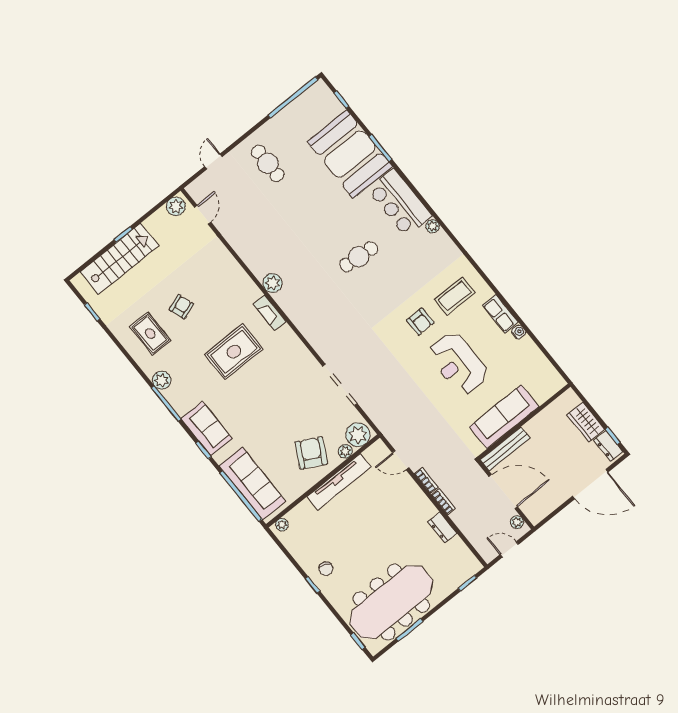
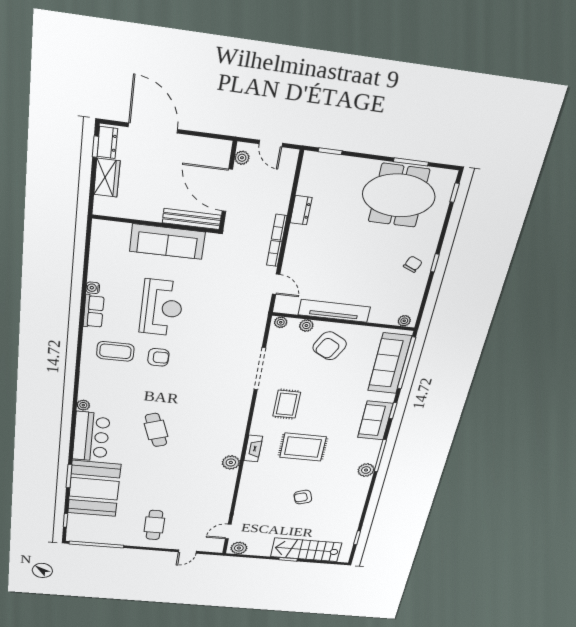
cafe table: (359, 257) -> (156, 430), turned 66
armchair: (420, 321) -> (158, 357), turned 90
rug: (150, 334) -> (287, 404), moved
plant: (358, 435) -> (281, 322), width x0.53, depth x0.53
meeting table: (391, 602) -> (399, 196), width x0.73

